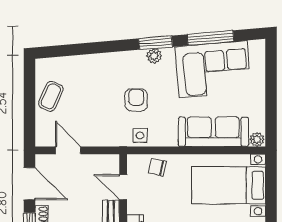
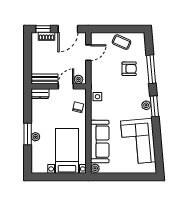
window: (210, 38) -> (151, 69), moved
armchair: (136, 100) -> (129, 69), moved
plant: (112, 167) -> (78, 79), added

